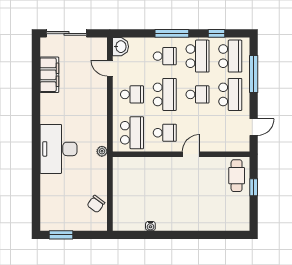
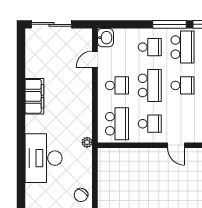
window: (172, 33) -> (170, 24), moved
door: (110, 68) -> (95, 59), hinge flipped
filing cabinet: (49, 75) -> (34, 96), moved
desk: (58, 149) -> (43, 158), moved
door: (191, 154) -> (176, 145), swing flipped

